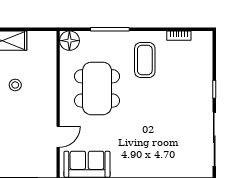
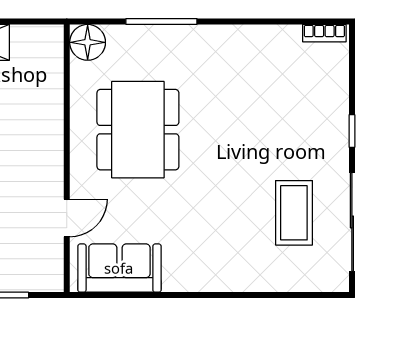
bookcase: (179, 36) -> (324, 33), moved
coffee table: (145, 60) -> (294, 213), moved

